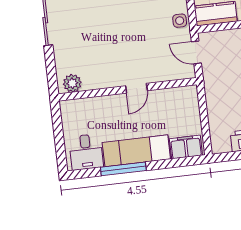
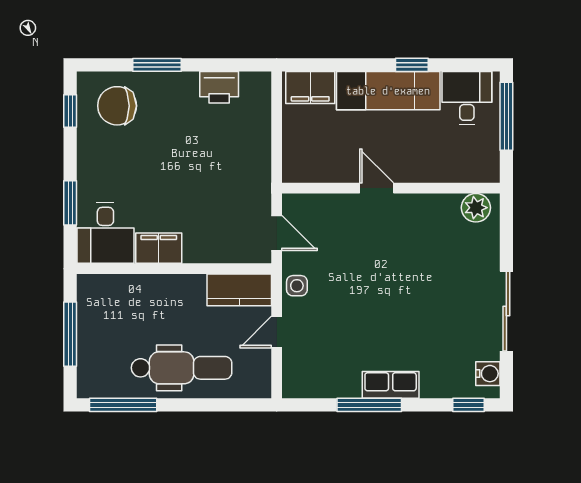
door: (136, 88) -> (377, 188), hinge flipped
window: (60, 143) -> (506, 116), added
window: (123, 169) -> (412, 65), width x0.46

